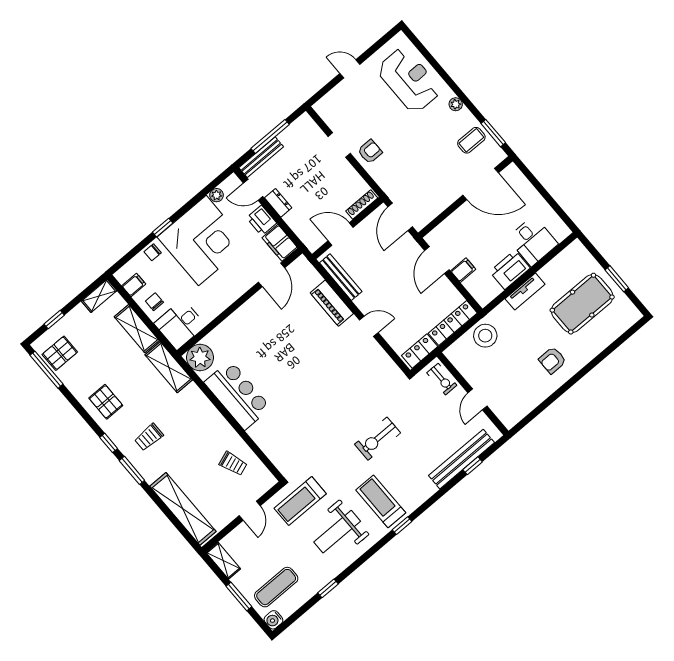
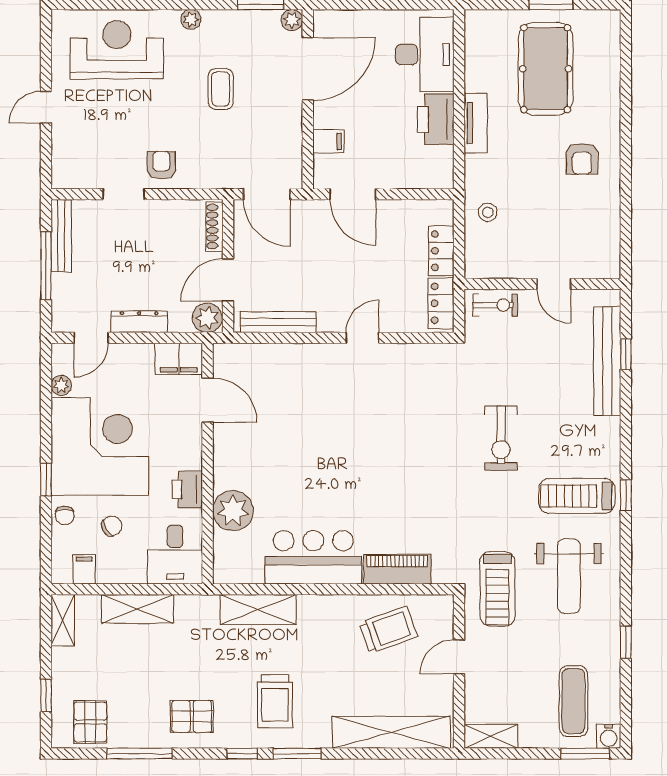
coffee table: (471, 140) -> (221, 89), moved
plant: (498, 155) -> (292, 20), added
bench: (261, 157) -> (61, 236), moved
dresser: (278, 203) -> (139, 322), width x1.44
printer: (262, 220) -> (187, 489), moved, turned 90
plant: (313, 240) -> (207, 318), added
desk: (533, 241) -> (425, 55), width x1.37
filing cabinet: (463, 270) -> (328, 141), moved, turned 90
chair: (154, 302) -> (112, 526), moved, turned 150
piano: (332, 303) -> (397, 569), moved, turned 180
locker: (453, 323) -> (441, 251), width x0.66
stool: (485, 336) -> (488, 212), width x0.53, depth x0.53
plant: (200, 358) -> (233, 511), moved
shelving: (169, 367) -> (258, 610), moved
window: (46, 370) -> (139, 754), moved
trolley: (149, 437) -> (275, 701), width x1.36, depth x1.39
trolley: (233, 464) -> (388, 630), width x1.36, depth x1.39
door: (250, 511) -> (459, 657), swing flipped
window: (239, 596) -> (585, 754), moved

